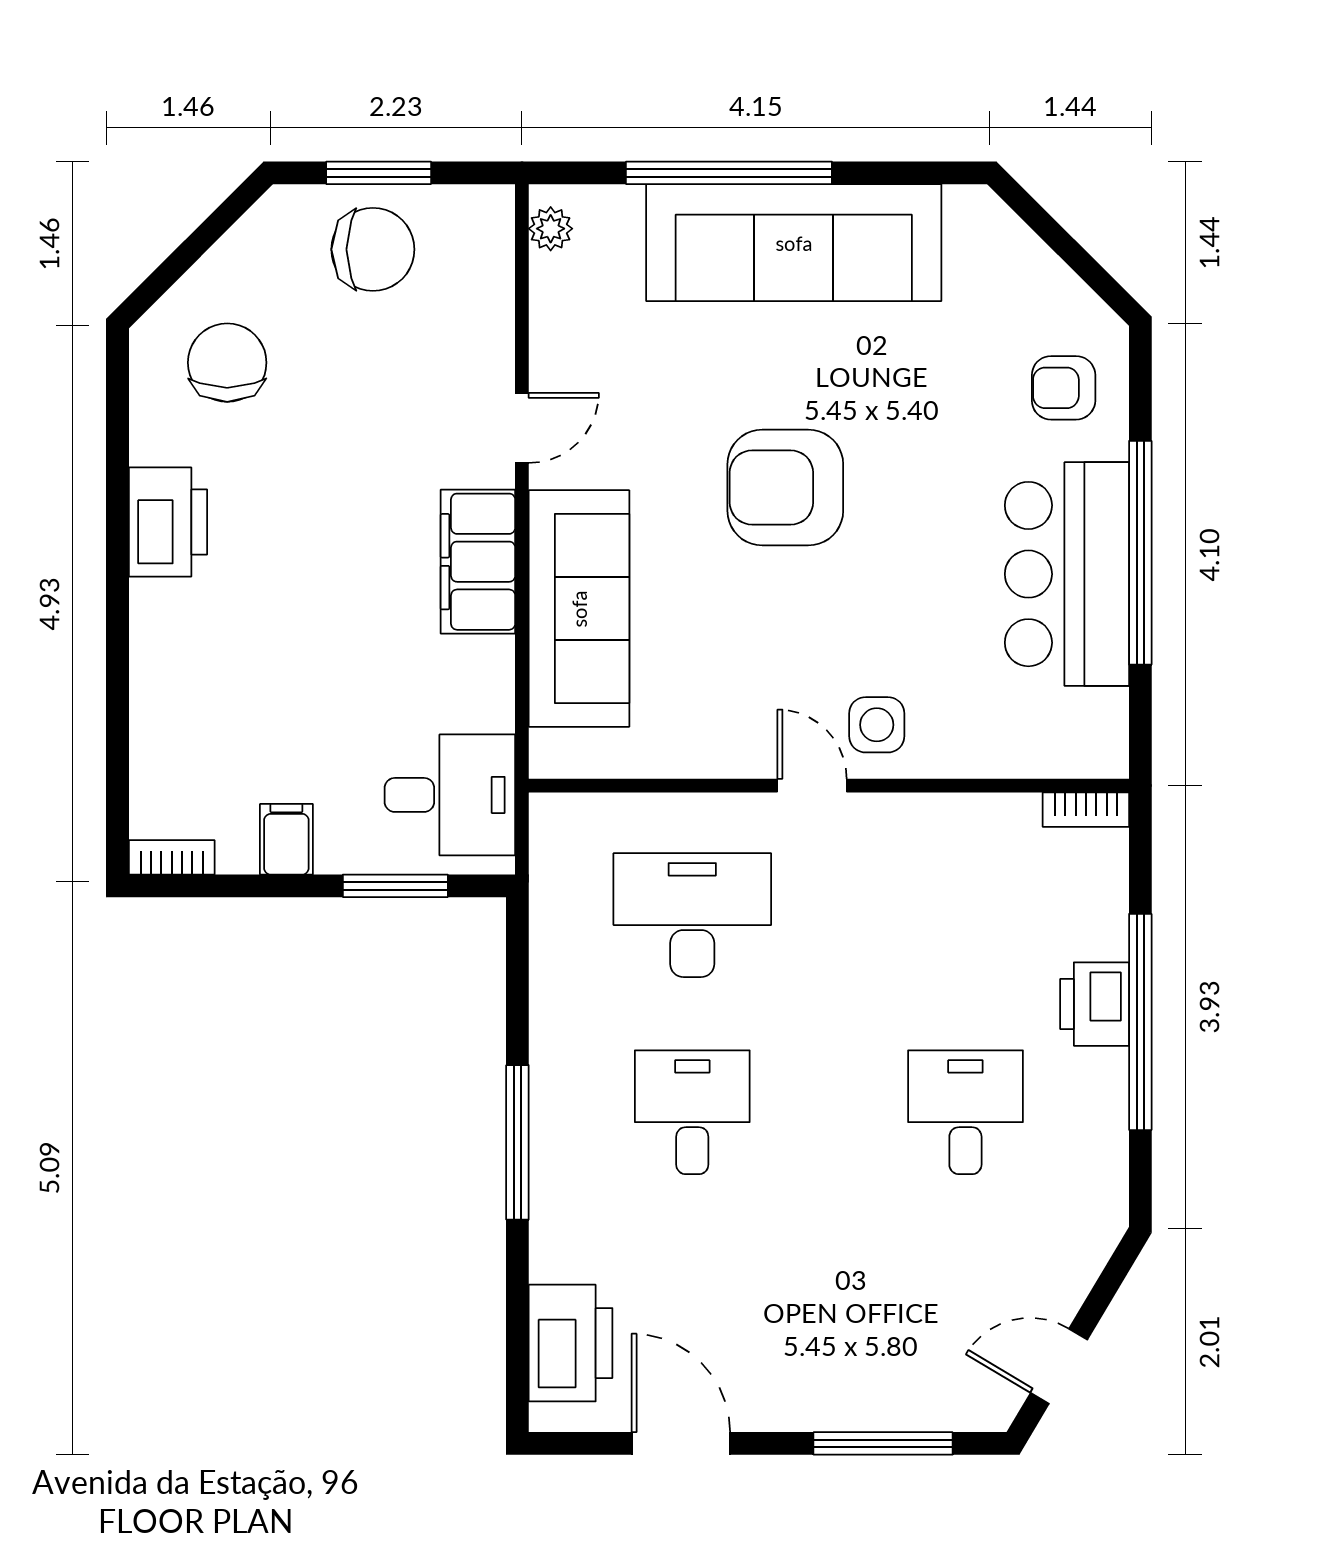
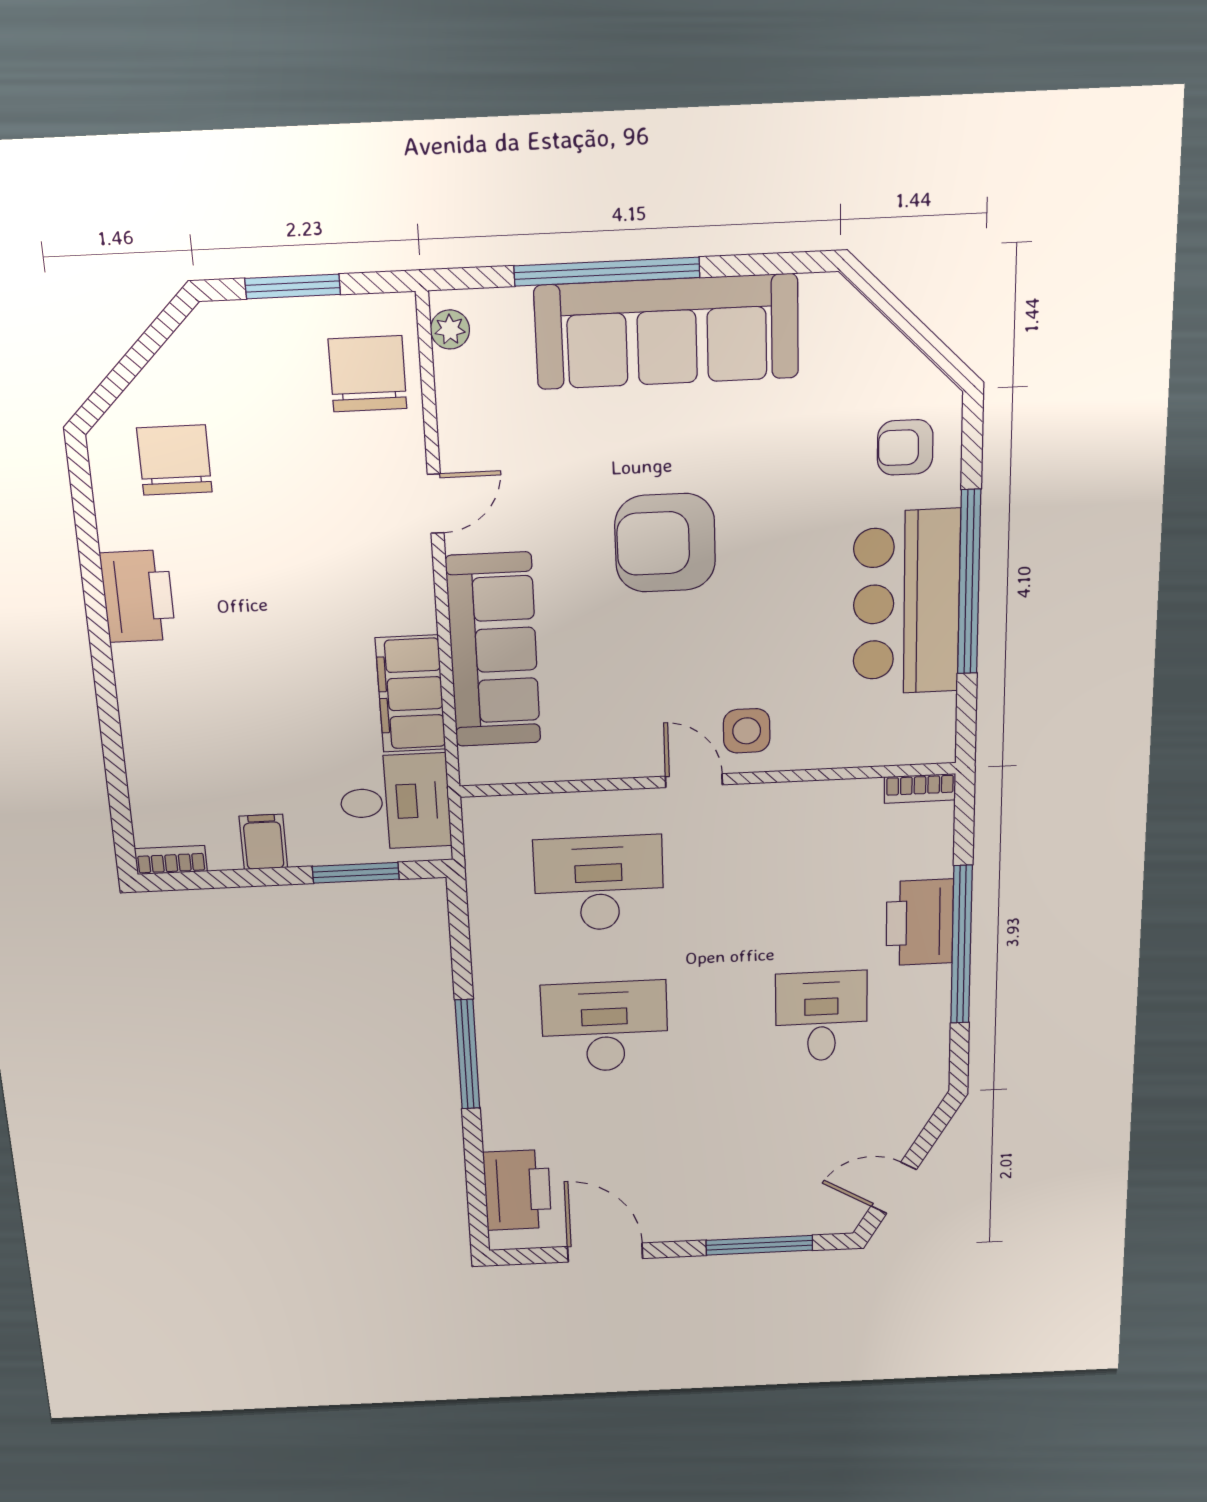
chair: (373, 249) -> (368, 374), moved, turned -90
filing cabinet: (478, 562) -> (411, 694), moved
printer: (1095, 1004) -> (920, 922), width x1.37, depth x1.19
desk: (692, 1112) -> (605, 1027), width x1.37

